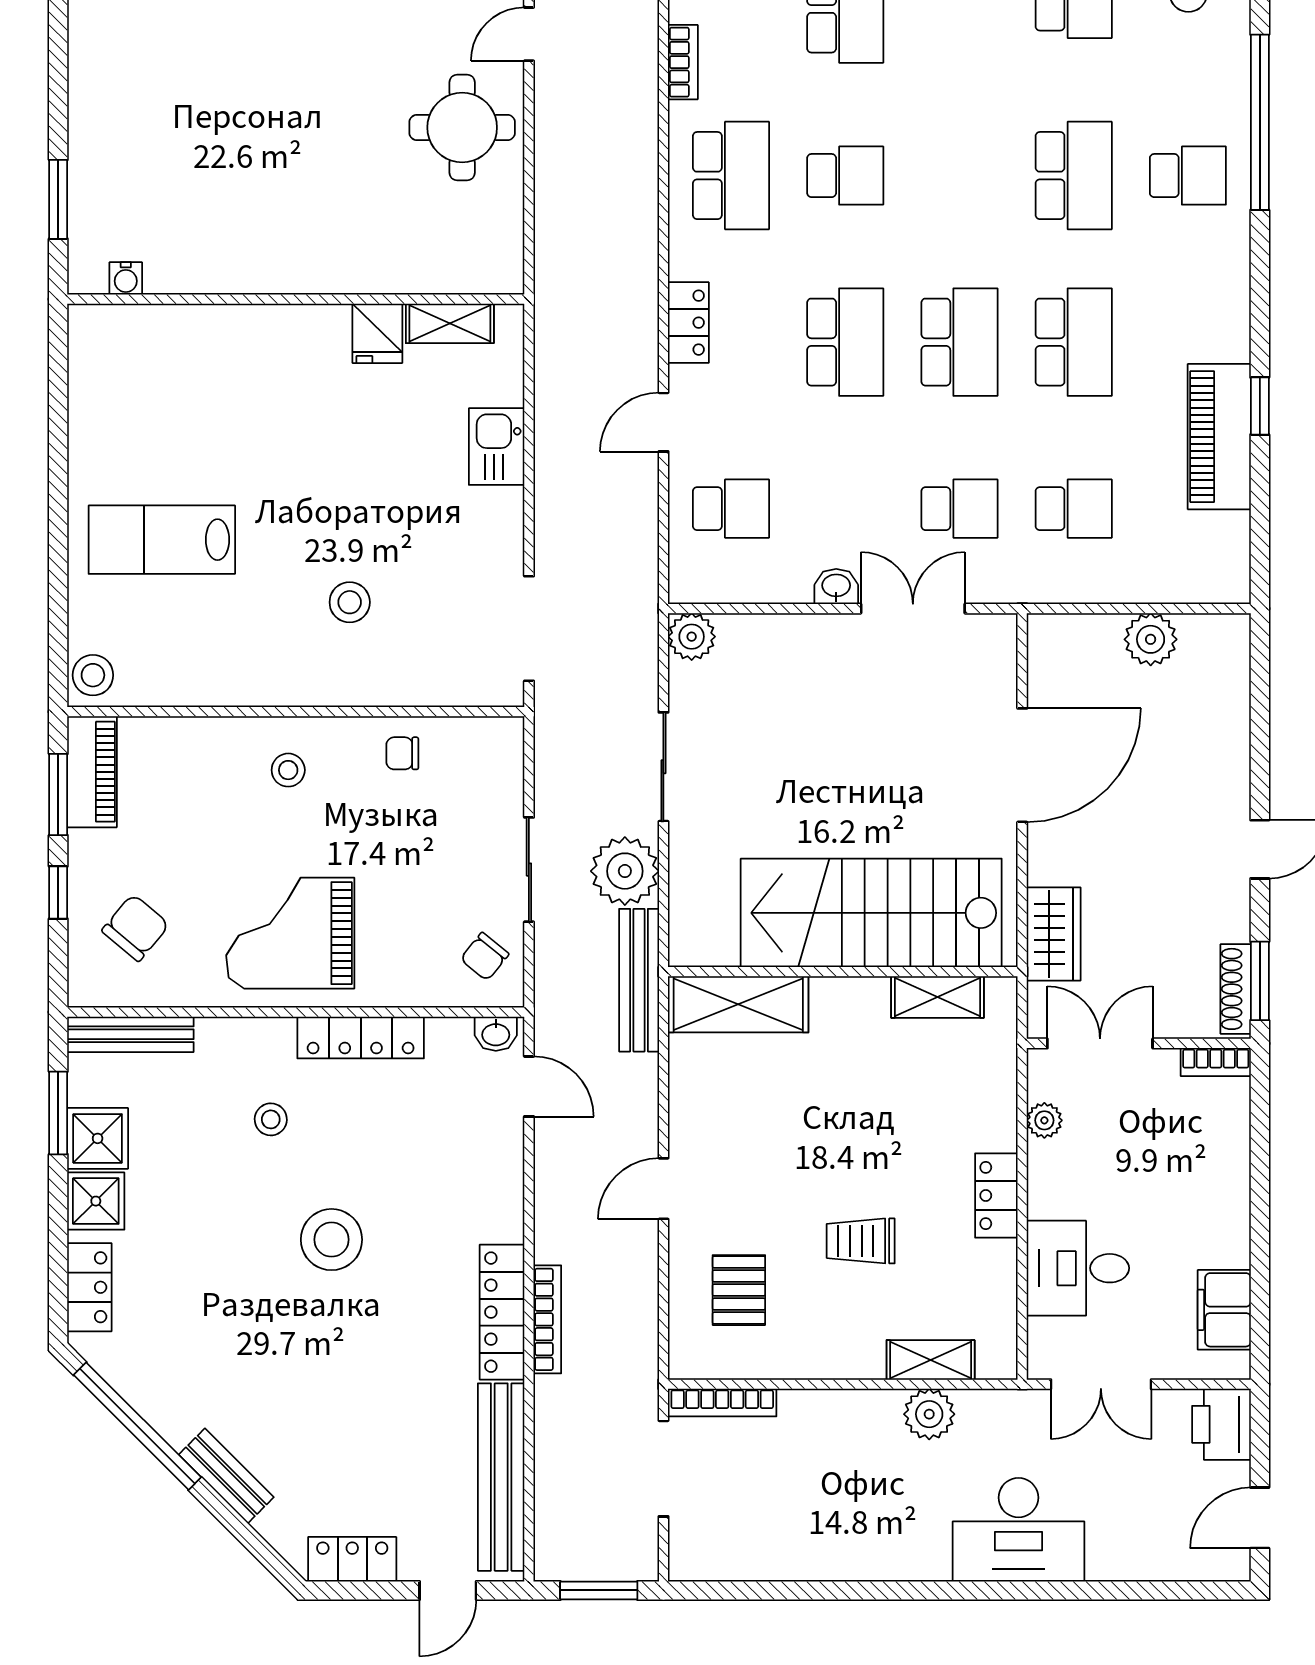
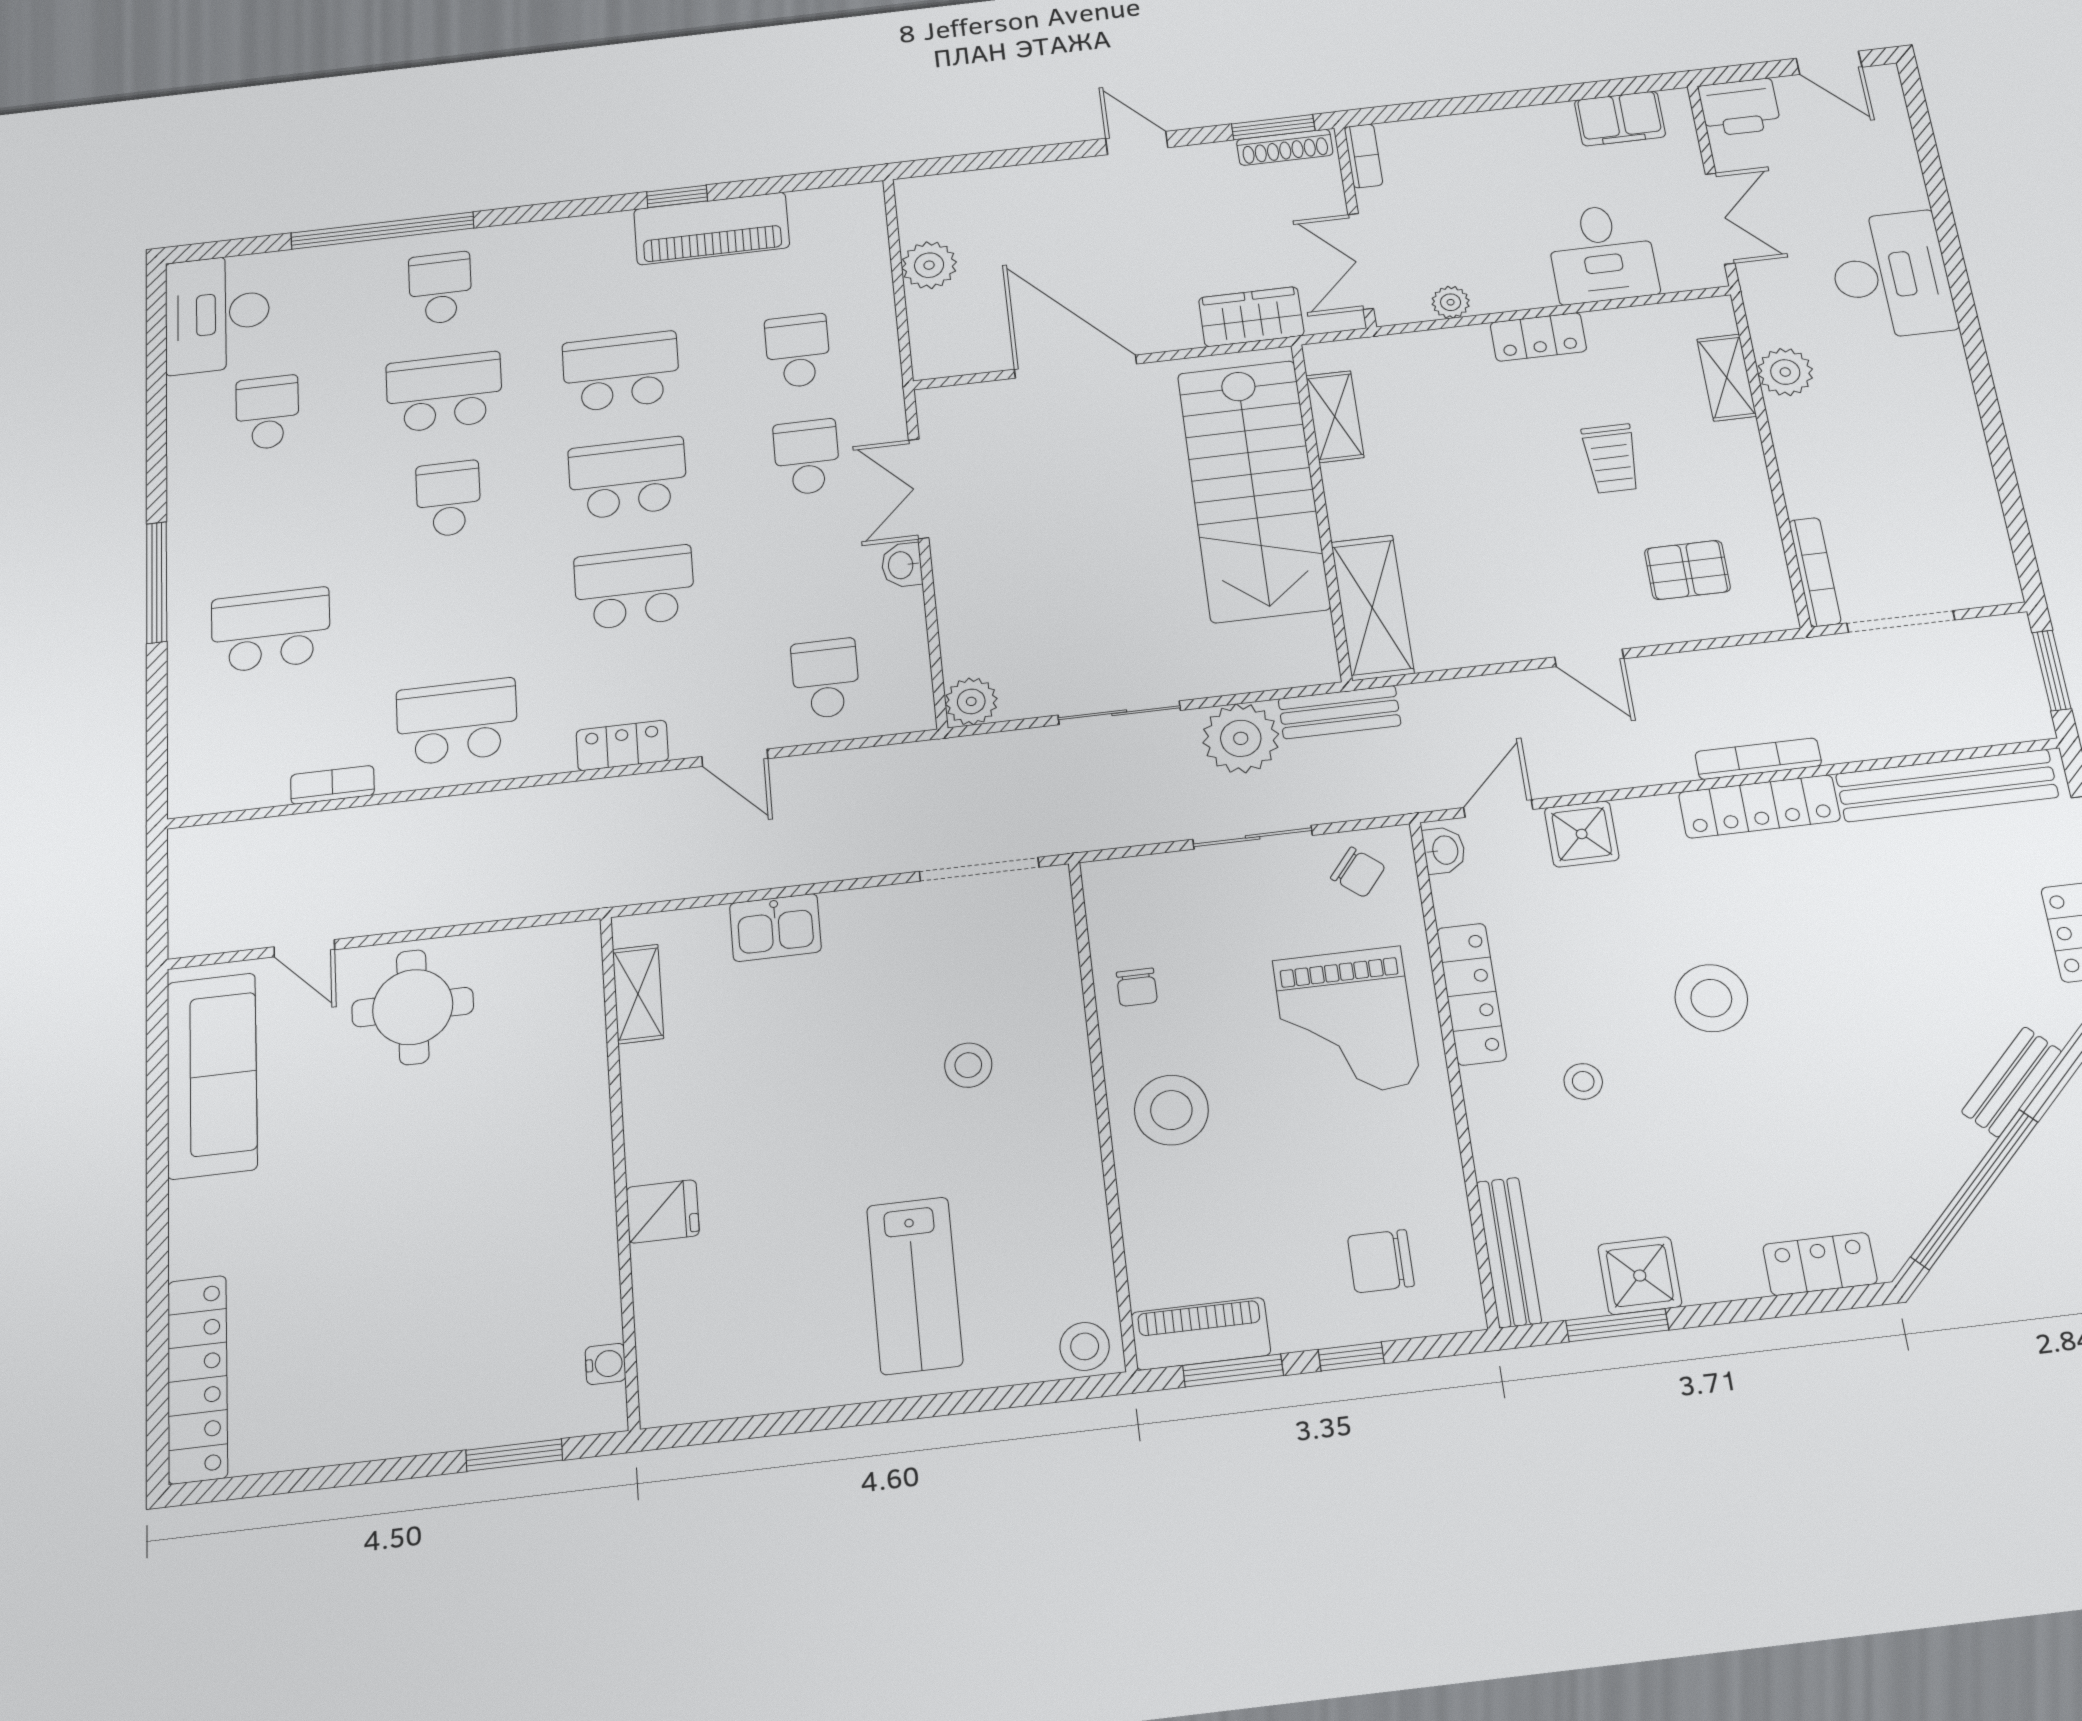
school desk: (845, 176) -> (448, 499), moved
fridge: (377, 333) -> (663, 1211), moved
stool: (288, 770) -> (1171, 1110), width x1.89, depth x1.89
chair: (136, 928) -> (1381, 1261), turned -40
grand piano: (290, 933) -> (1346, 1023), moved
bench: (639, 980) -> (1339, 712), width x0.73
shower: (96, 1201) -> (1582, 834), moved

